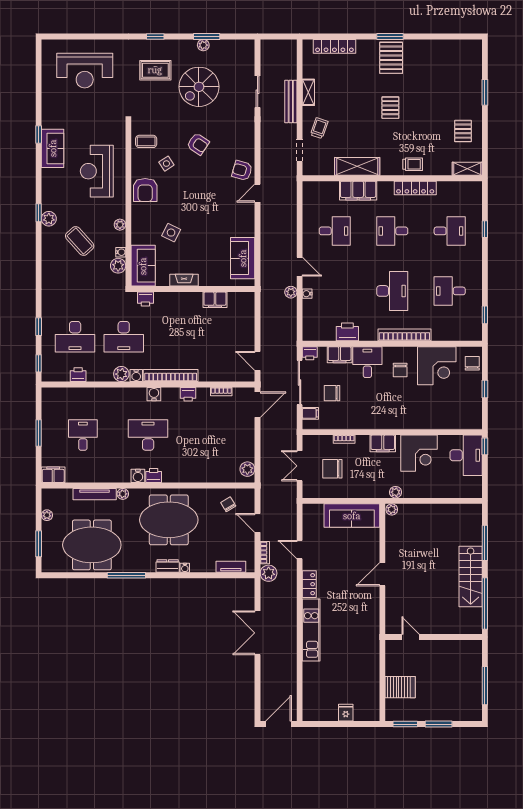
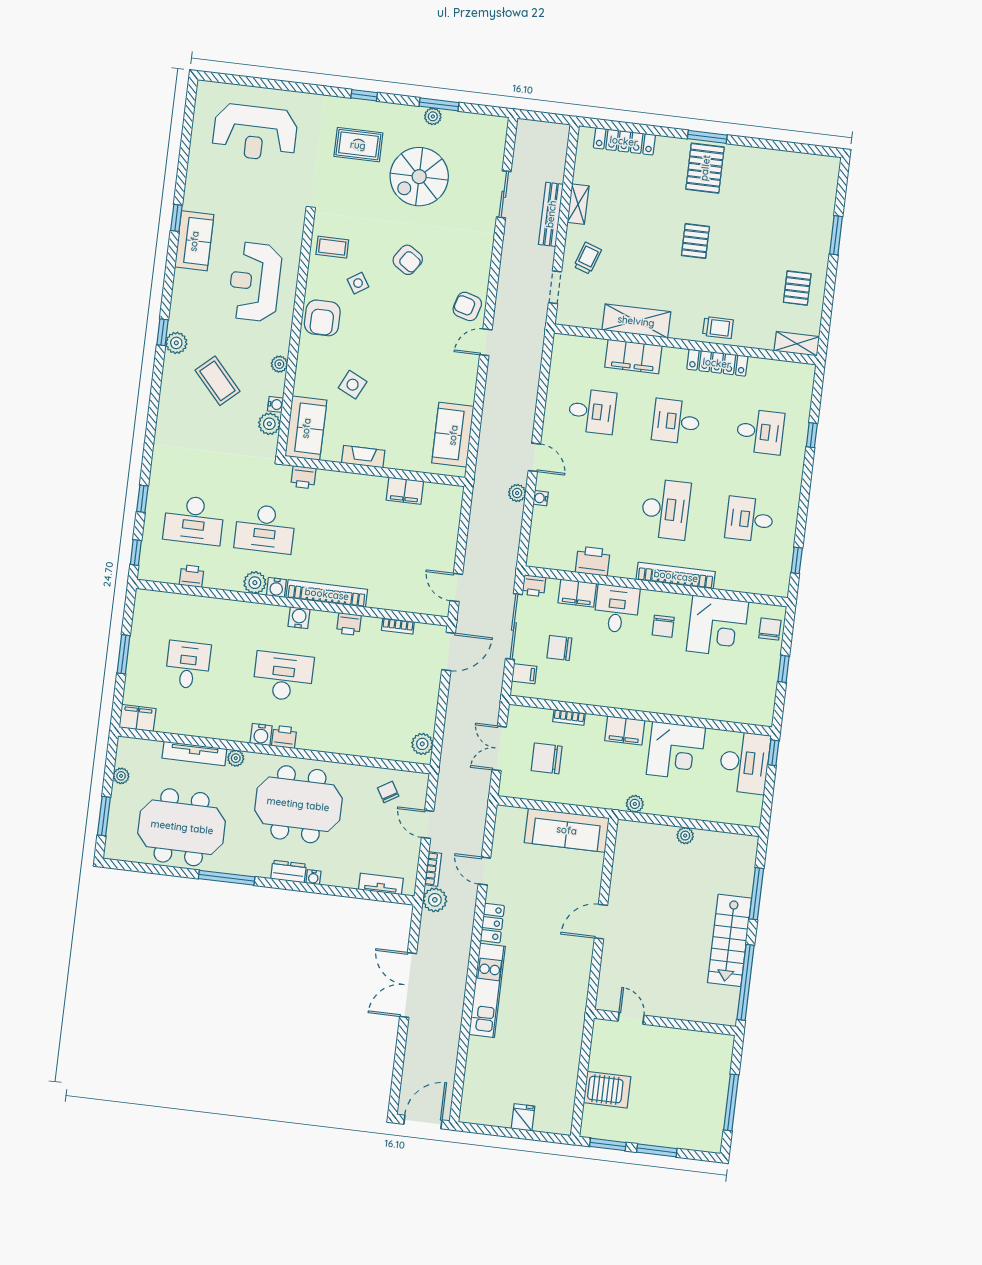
plant: (392, 509) -> (685, 836), moved

